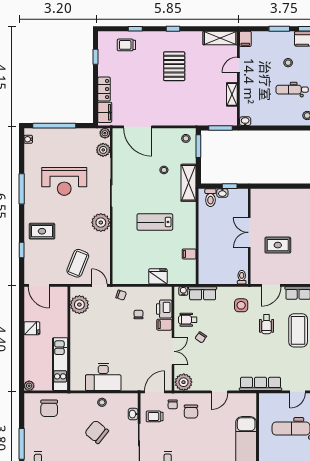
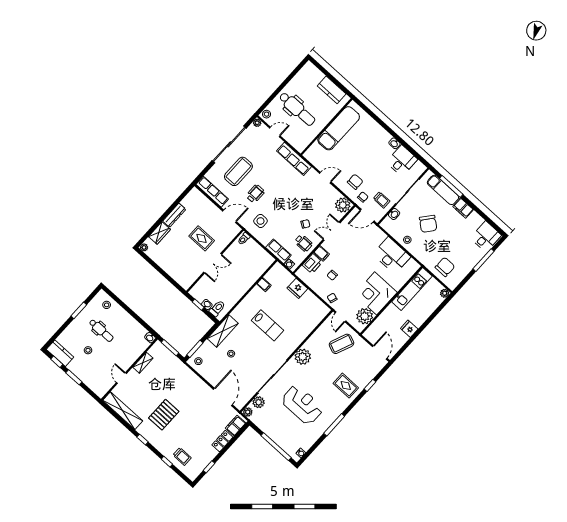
shelving: (220, 38) -> (123, 411), width x1.47
filing cabinet: (245, 39) -> (102, 391), removed
door: (238, 65) -> (121, 378), swing flipped
corner desk: (88, 332) -> (376, 293), added

